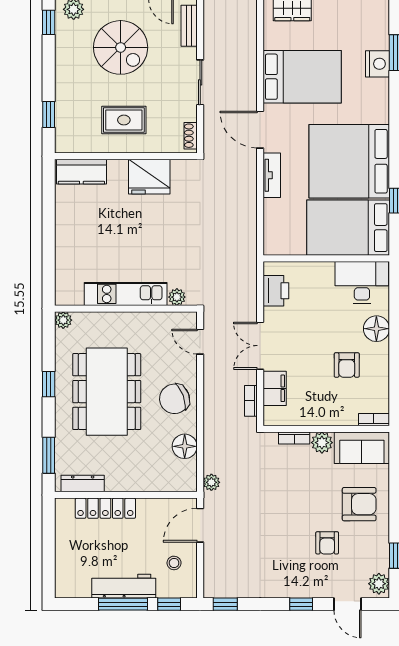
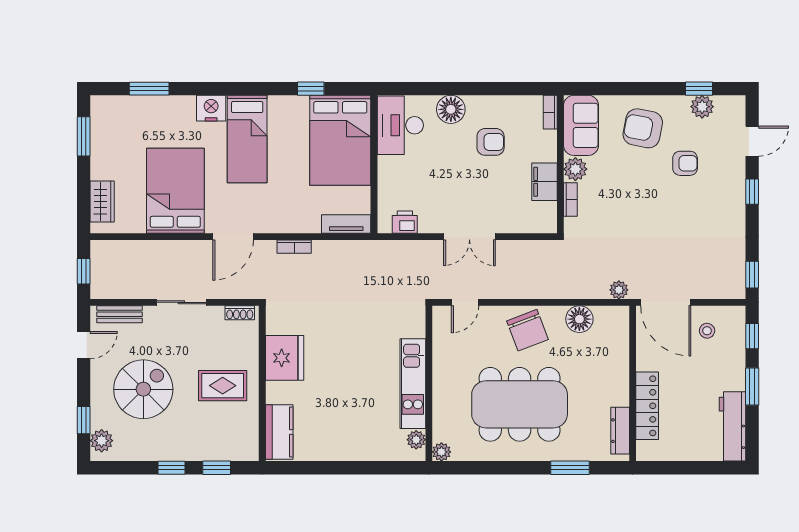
window: (49, 22) -> (172, 468), moved
nightstand: (378, 64) -> (211, 108), moved
rug: (124, 120) -> (223, 386), turned 90
bed: (349, 161) -> (247, 139), width x0.49
tv unit: (272, 175) -> (346, 224), moved
printer: (276, 291) -> (405, 222), width x0.73, depth x0.81
plant: (177, 297) -> (416, 440), moved
window: (49, 384) -> (511, 468), removed
filing cabinet: (275, 388) -> (544, 182), moved, turned -90
bookcase: (251, 401) -> (294, 247), moved
window: (49, 455) -> (570, 468), moved
armchair: (359, 504) -> (643, 128), turned -79
door: (200, 525) -> (666, 302), width x1.36
plant: (379, 584) -> (702, 107), moved
workbench: (124, 586) -> (732, 426), moved
window: (123, 604) -> (752, 387), width x0.69

